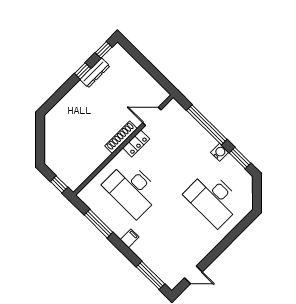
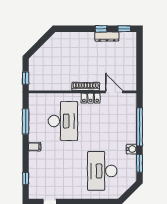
desk: (132, 189) -> (63, 121), turned 180
window: (150, 275) -> (26, 179), width x0.46

